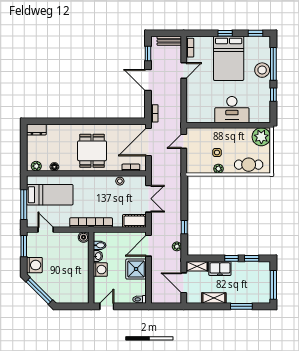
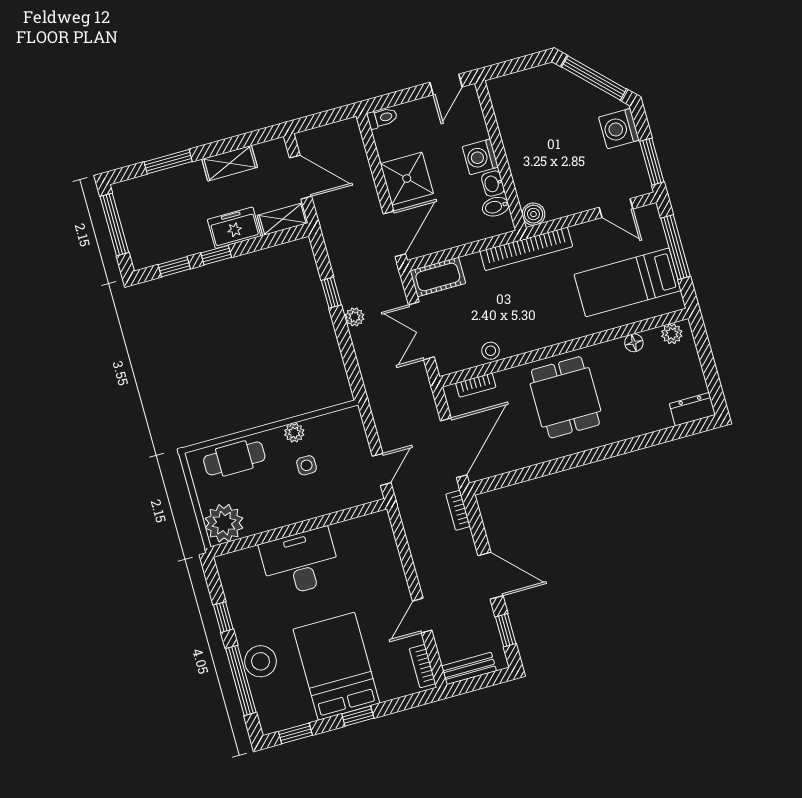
plant: (177, 246) -> (355, 317), moved

